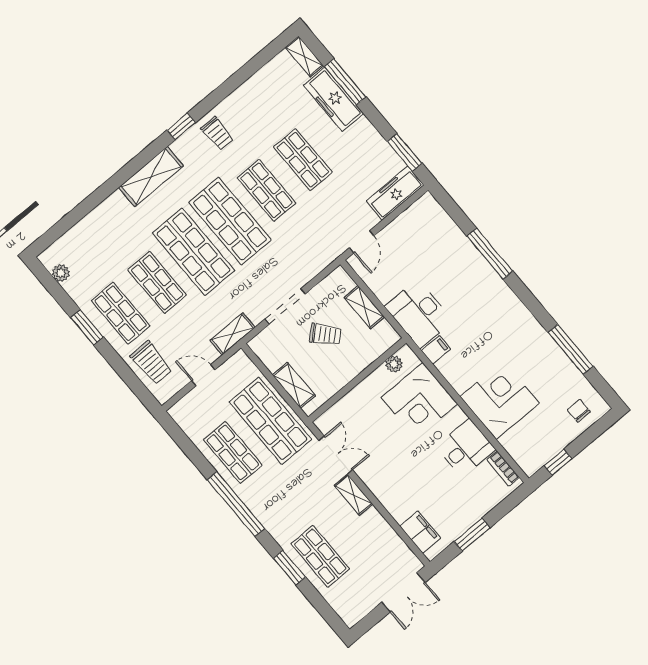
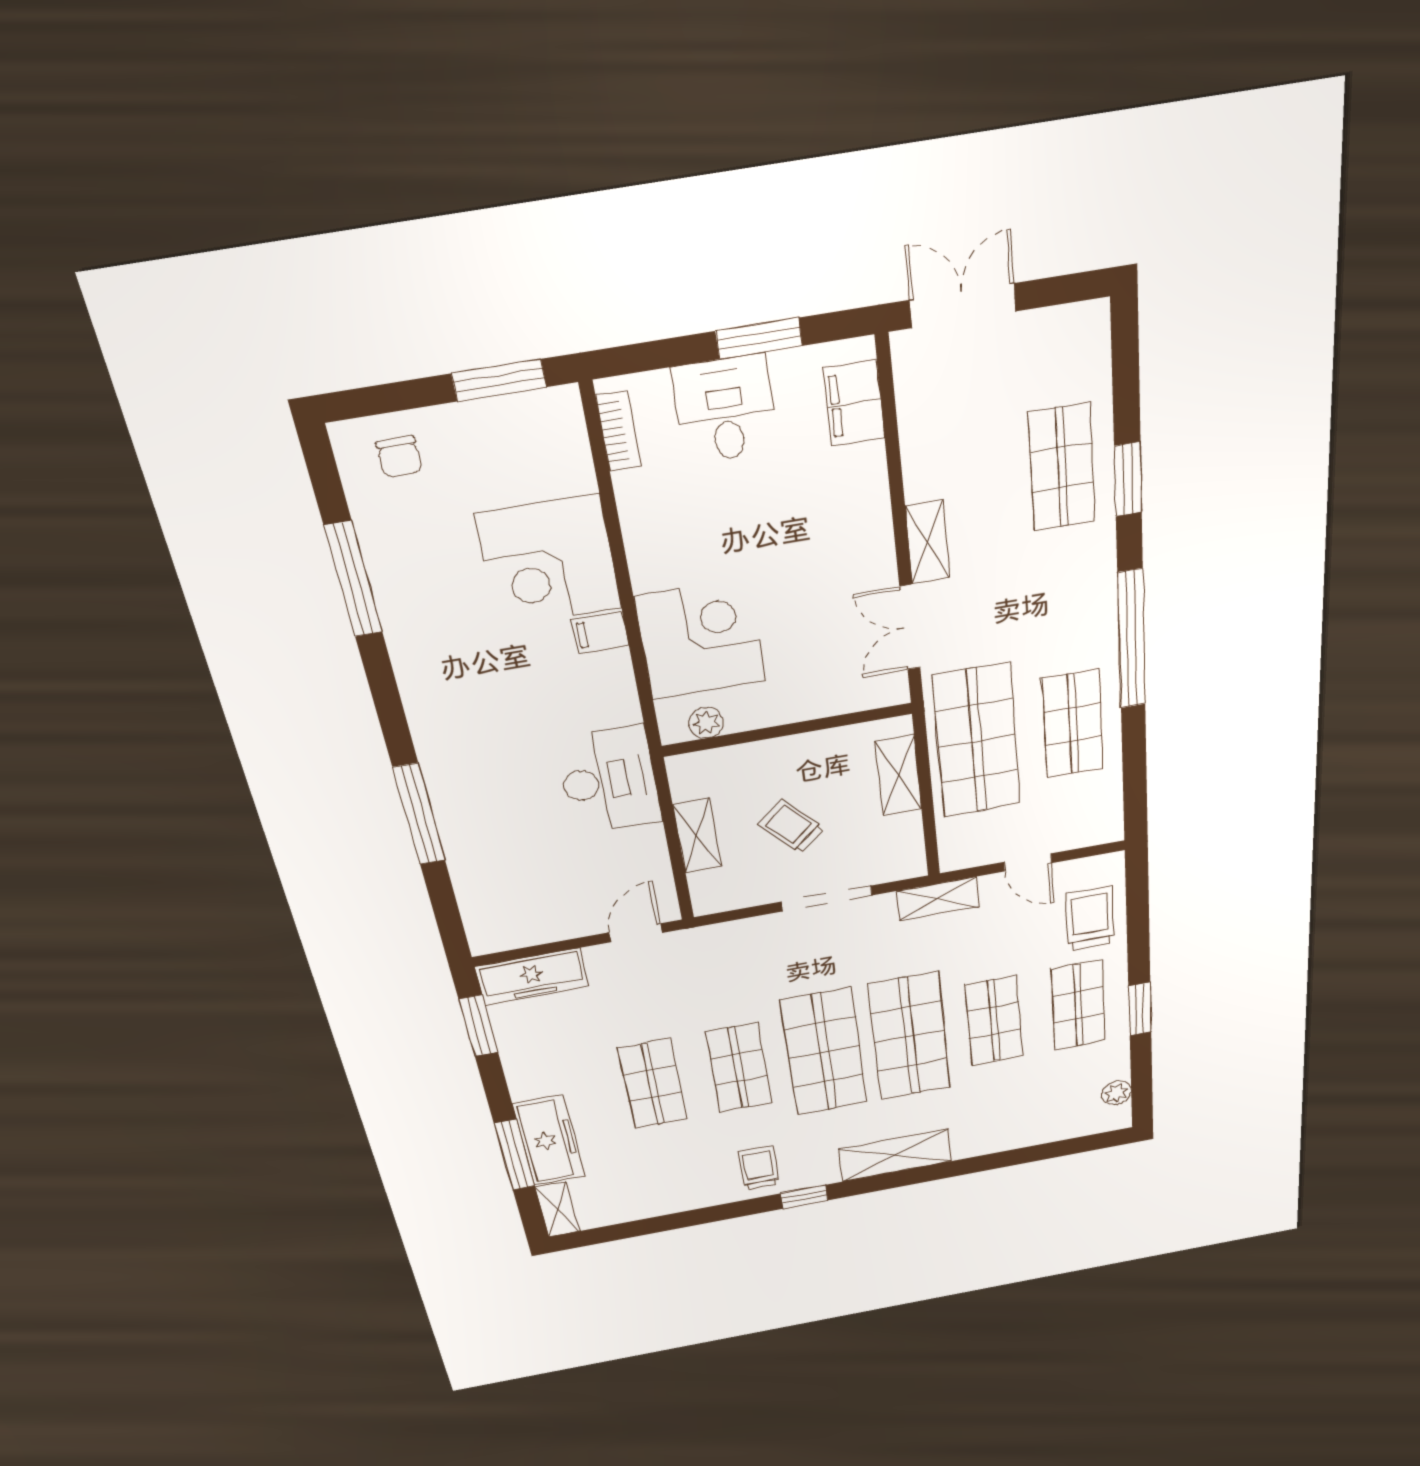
filing cabinet: (436, 350) -> (600, 632), moved
desk: (466, 448) -> (725, 409), moved, turned 90
window: (558, 462) -> (499, 380), width x1.50

